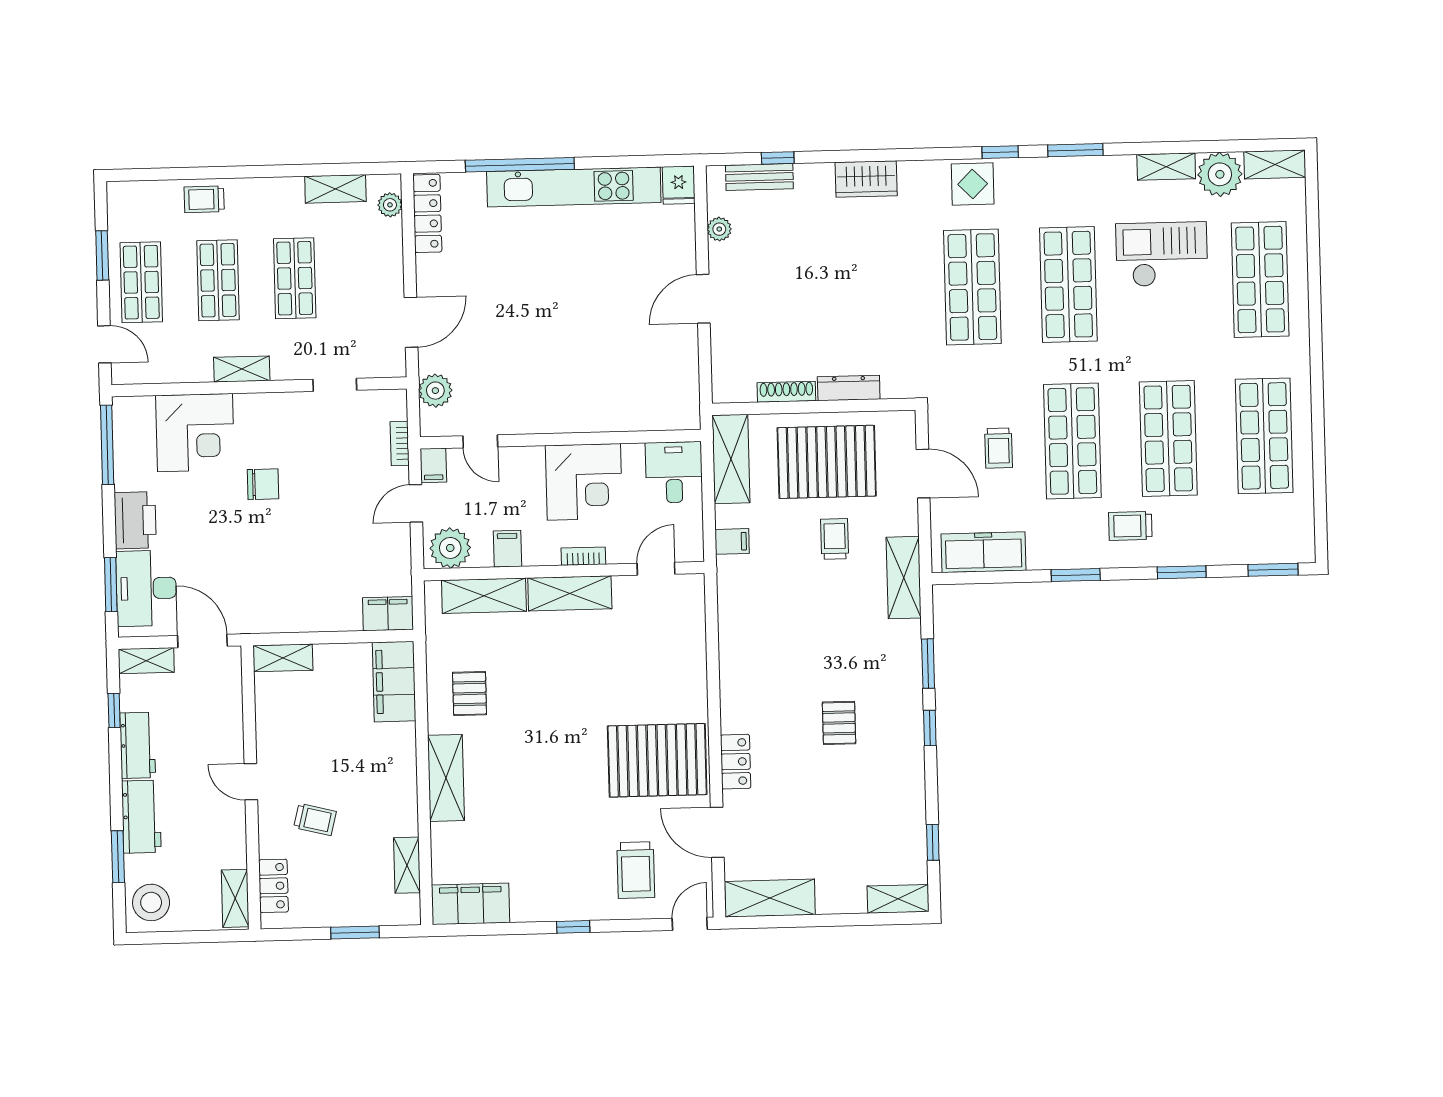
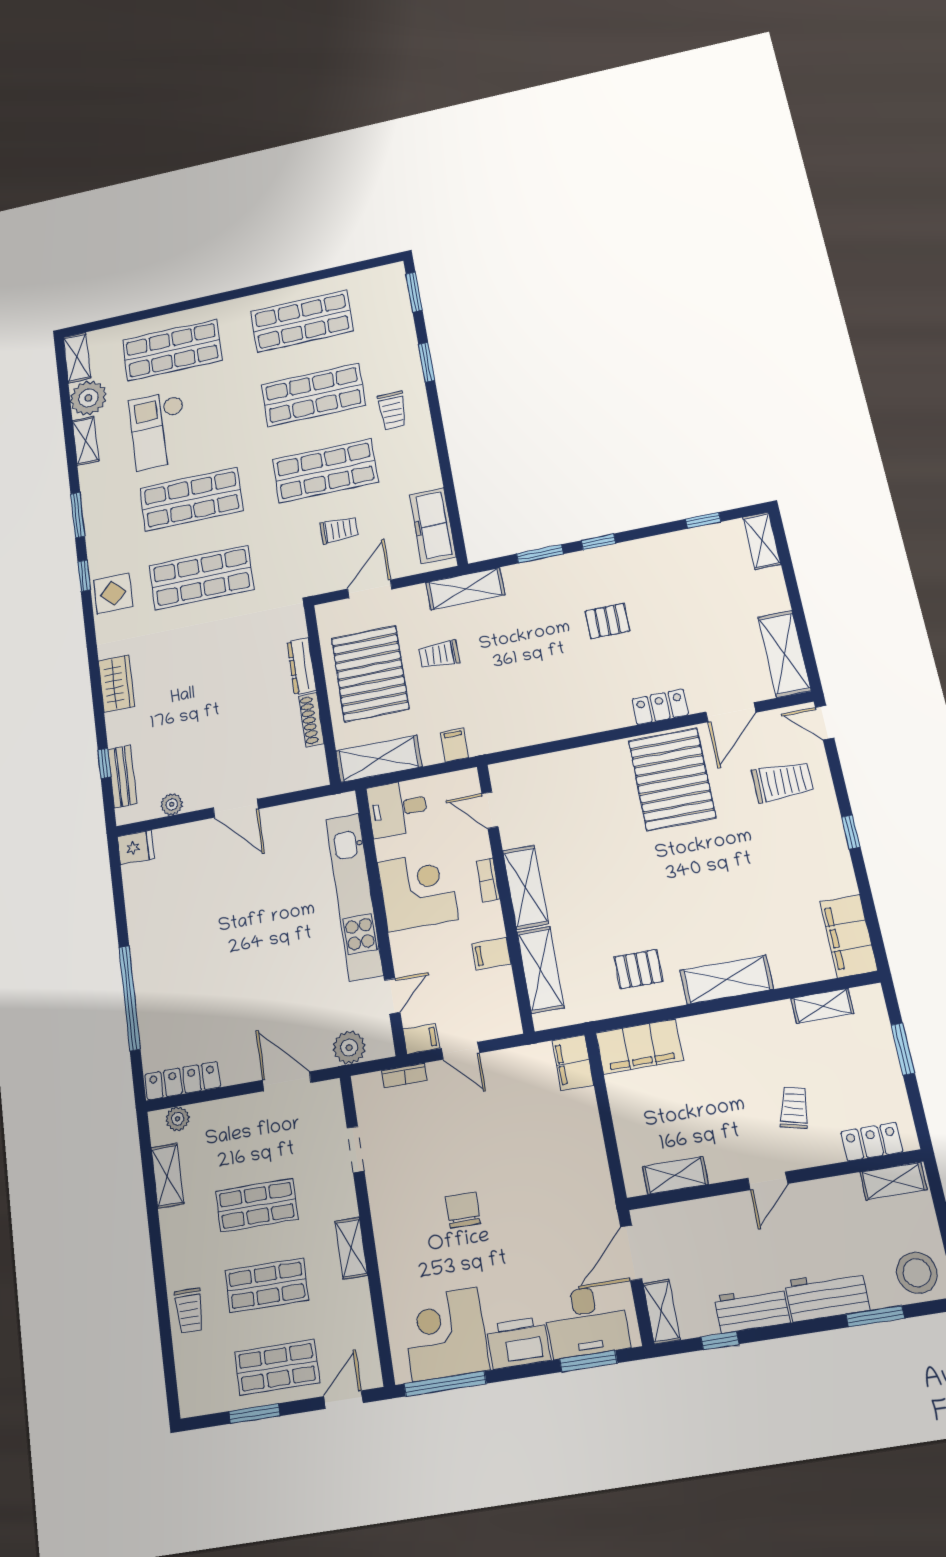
kitchen unit: (574, 187) -> (354, 896), moved, turned 180
corner desk: (195, 433) -> (445, 1334), moved, turned -90
plant: (450, 548) -> (499, 1010), removed
window: (1076, 575) -> (442, 446), removed
shelving: (283, 658) -> (675, 1175), moved, turned 90

